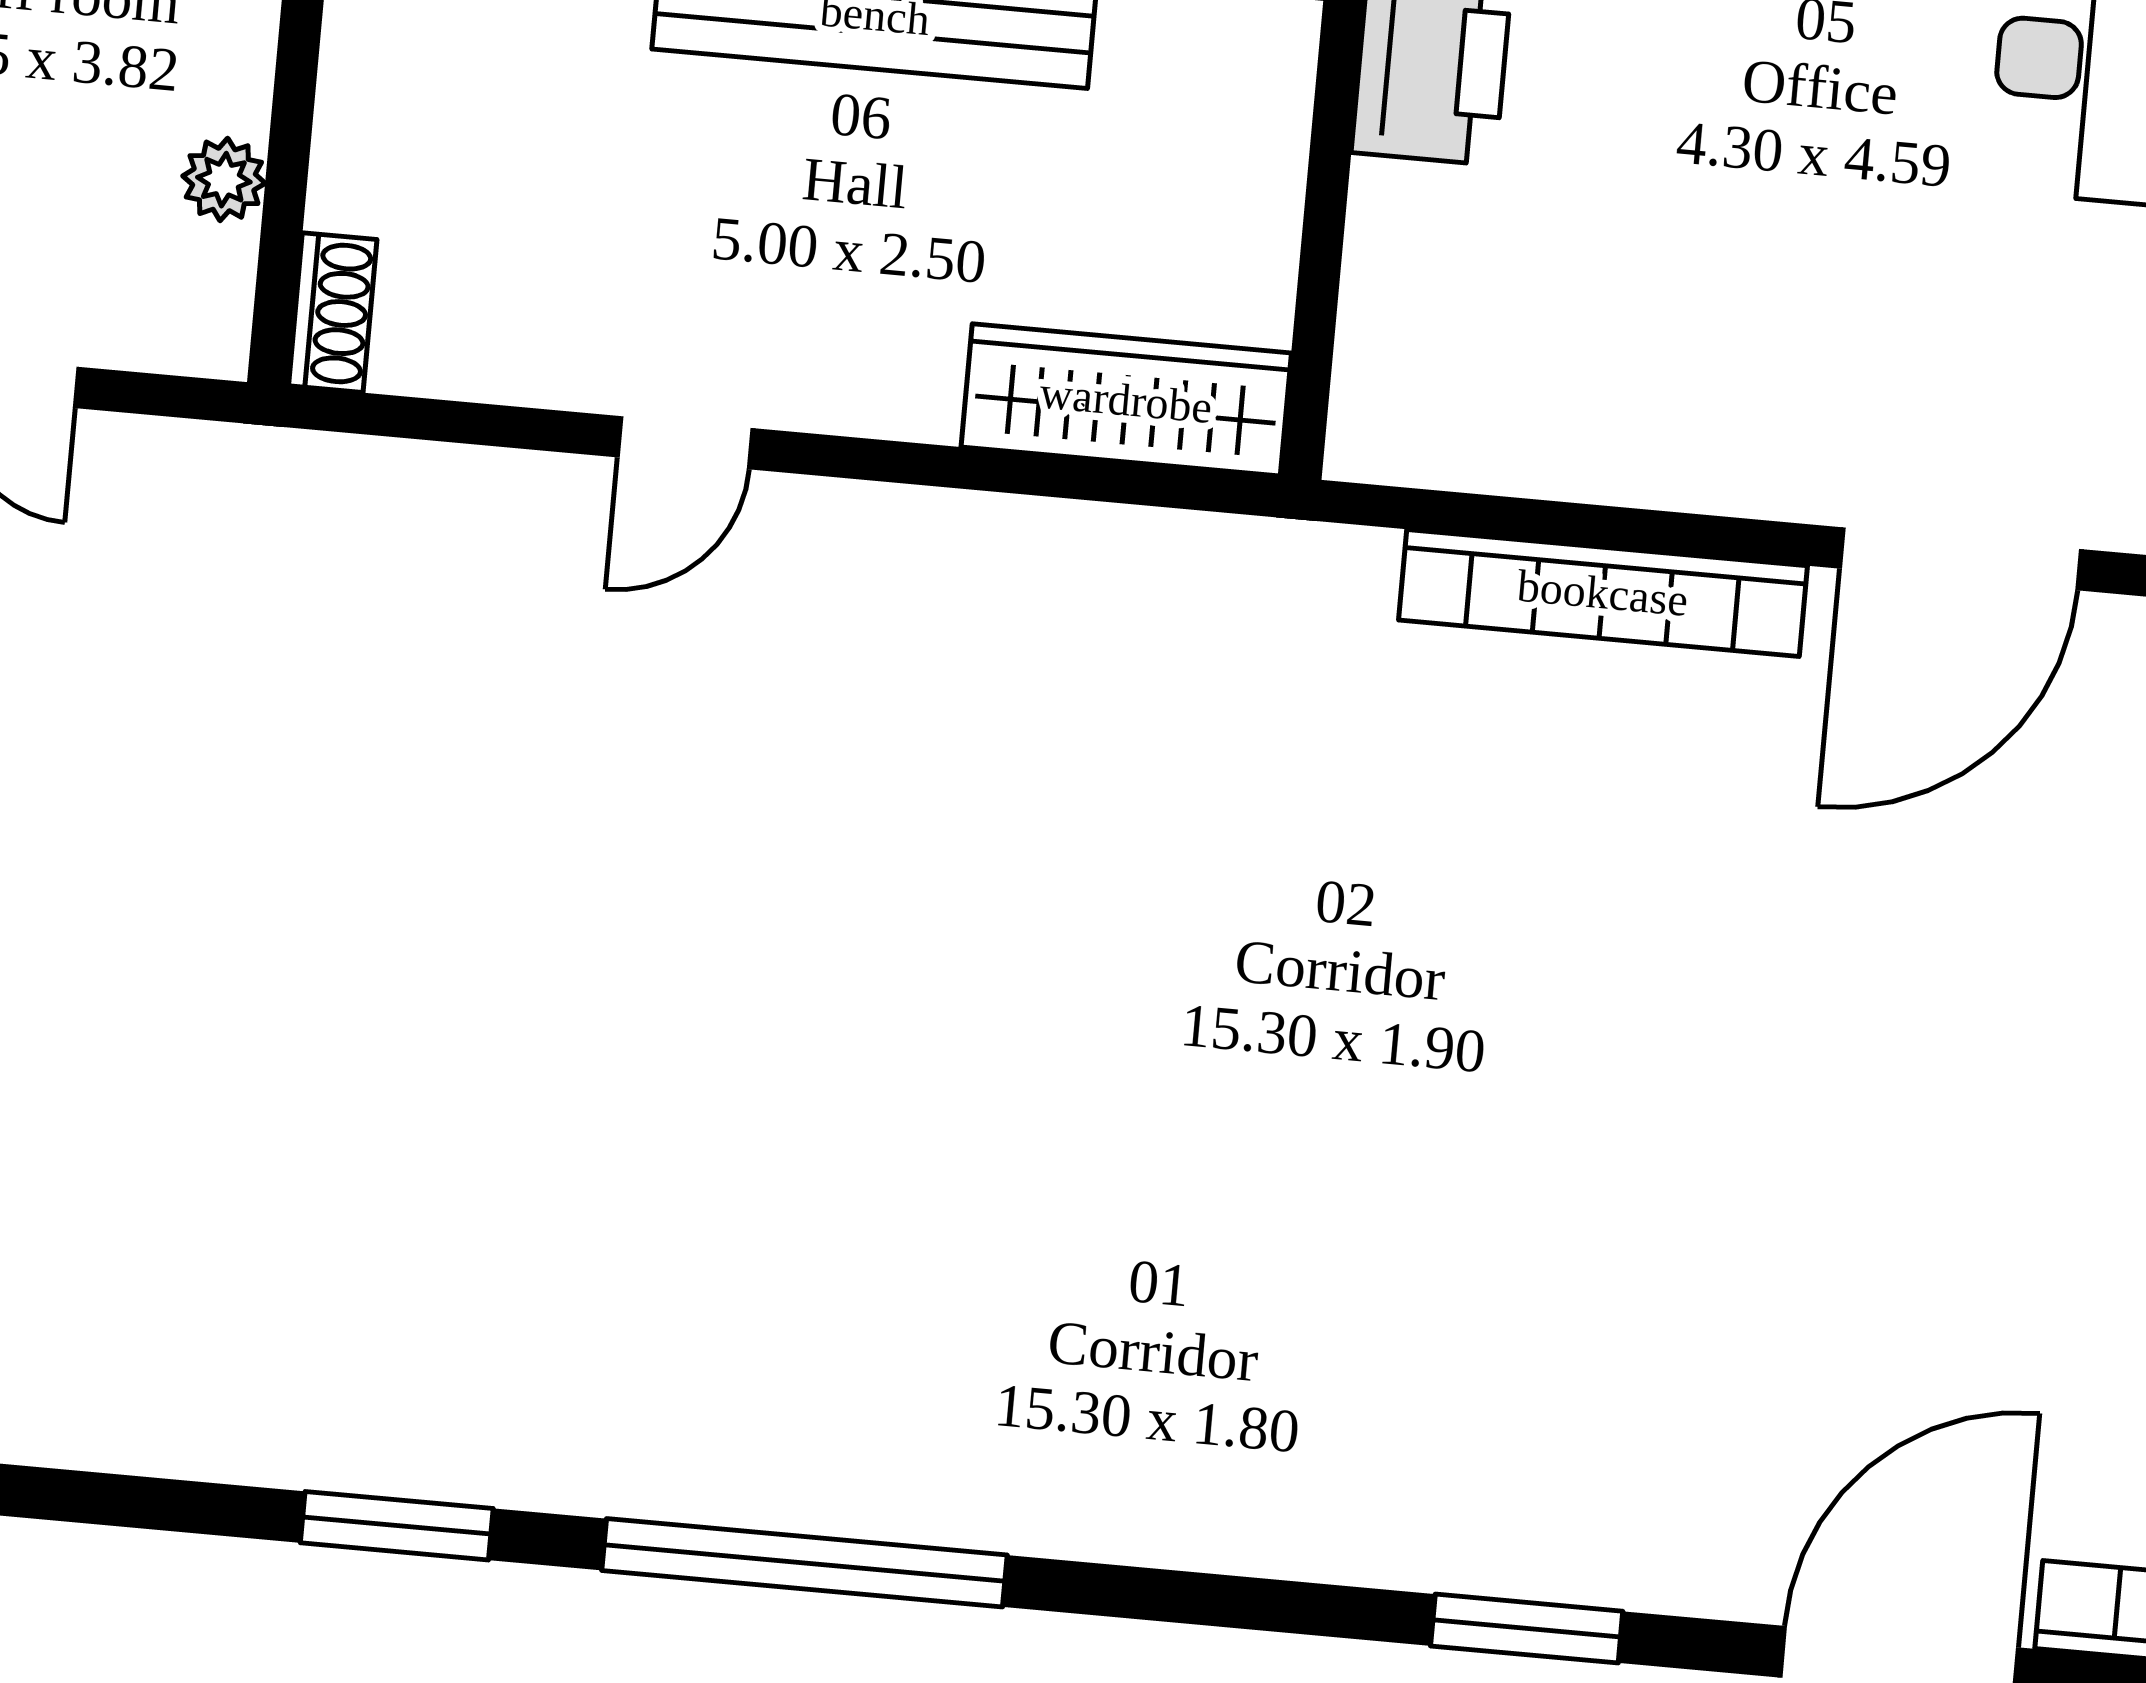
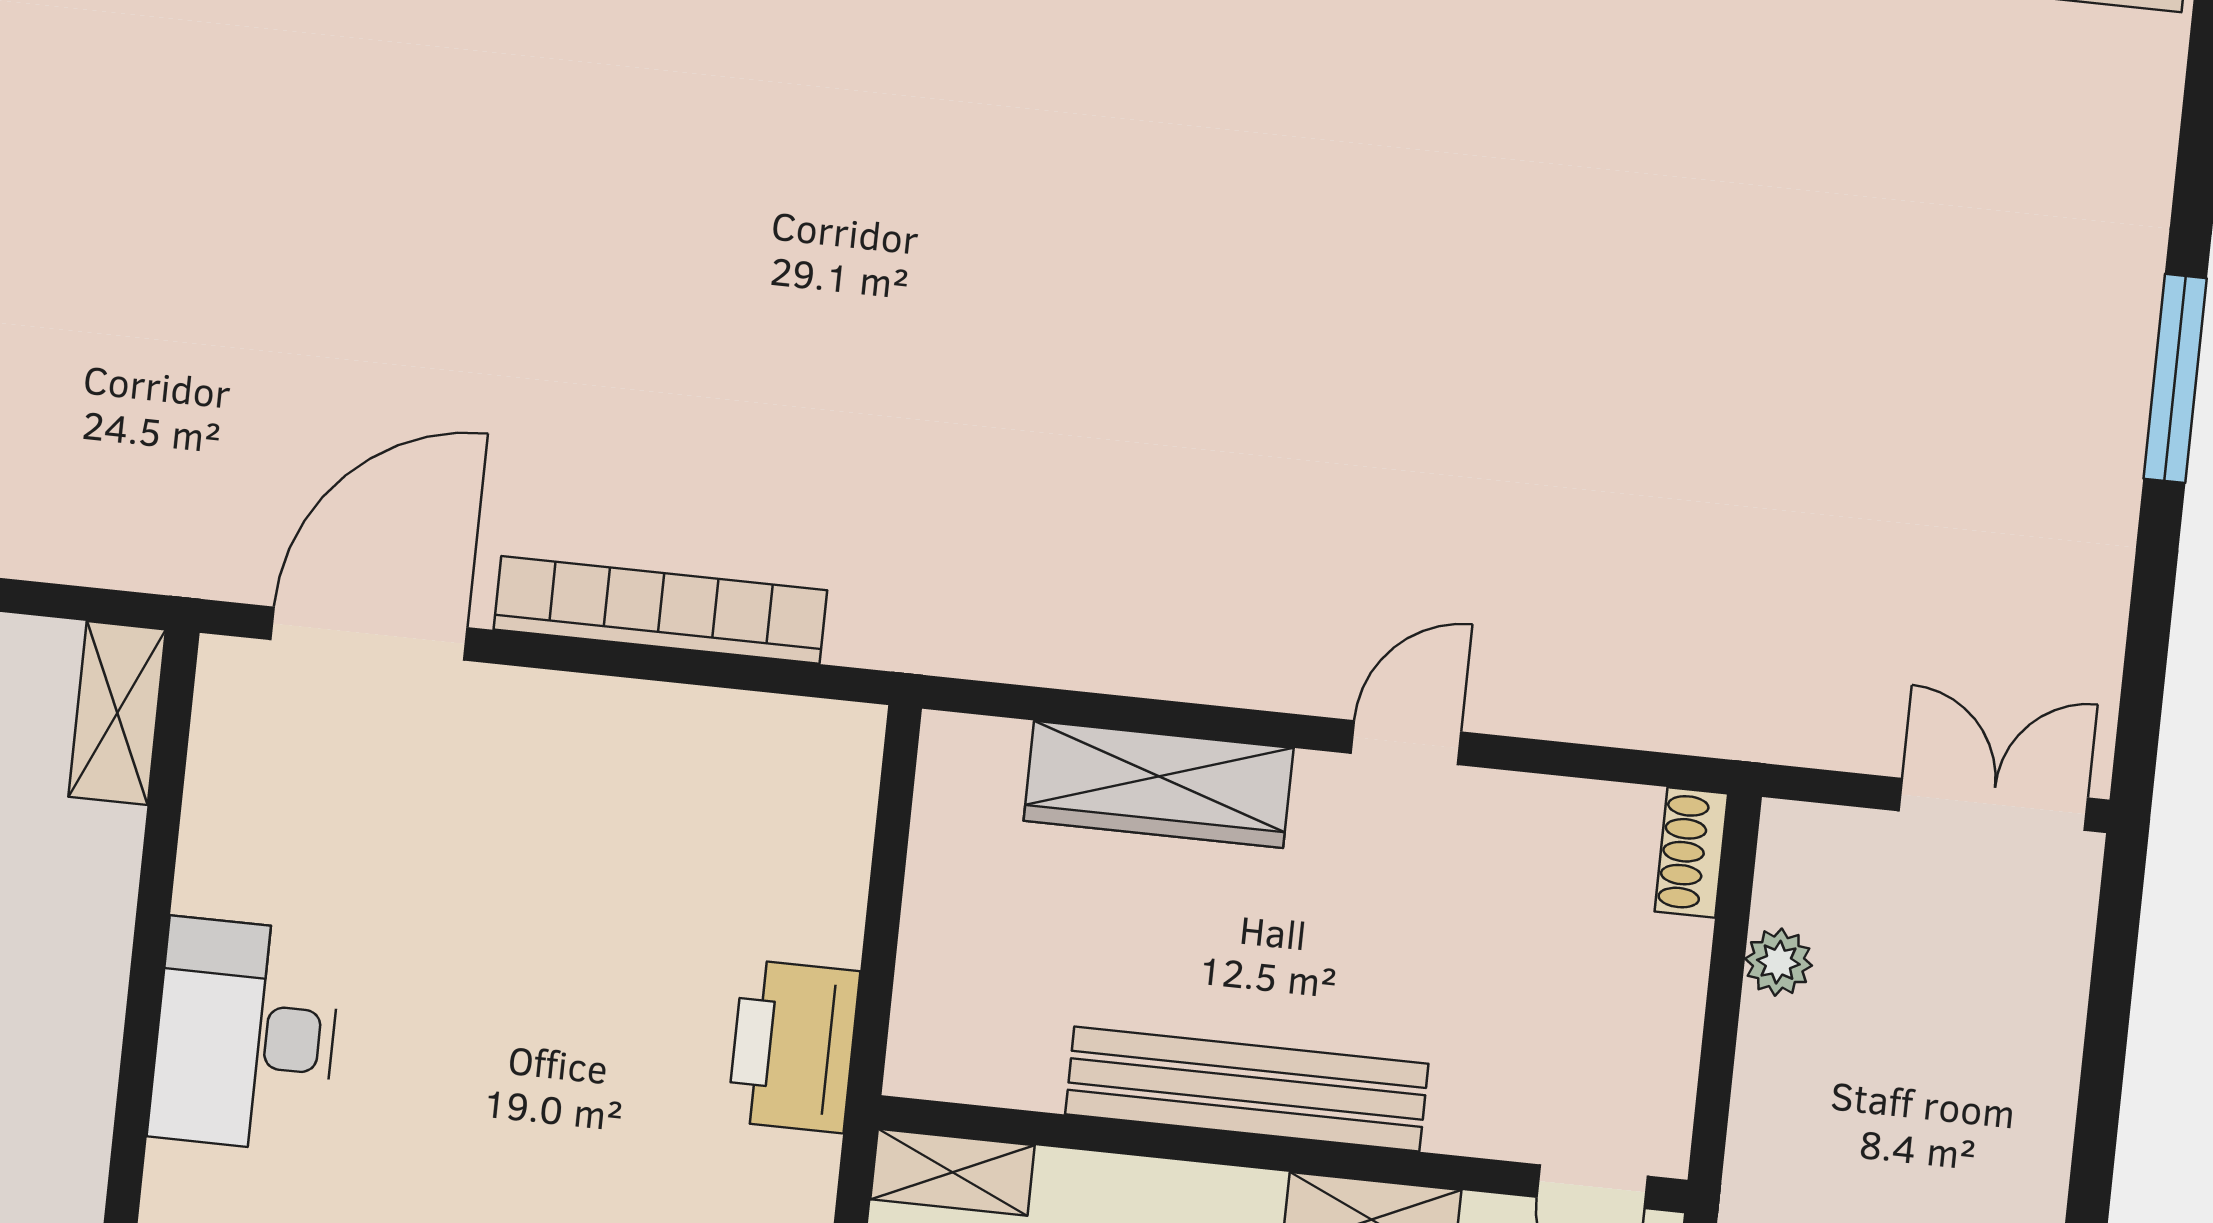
wardrobe: (1126, 400) -> (1159, 784), moved

